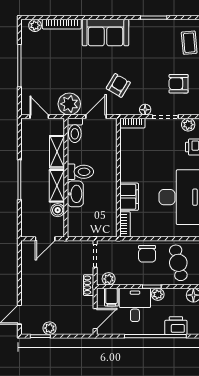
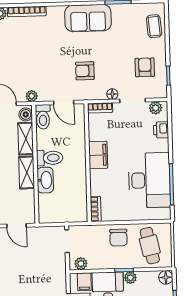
sofa: (105, 33) -> (88, 18), moved
armchair: (179, 84) -> (145, 67), turned 90
armchair: (118, 85) -> (85, 71), turned -121
plant: (69, 104) -> (32, 96), width x0.53, depth x0.53
door: (96, 117) -> (64, 103), swing flipped
filing cabinet: (129, 197) -> (98, 155), moved
boiler: (58, 210) -> (26, 114), moved
door: (45, 239) -> (17, 226), hinge flipped
shoe rack: (89, 285) -> (61, 270), removed

